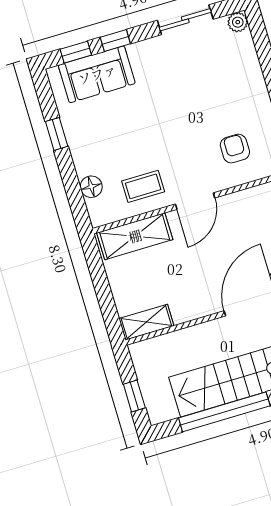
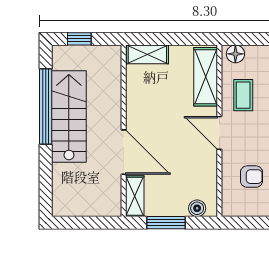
floor lamp: (91, 187) -> (235, 54), moved
shelving: (146, 322) -> (147, 54), moved, turned 90

